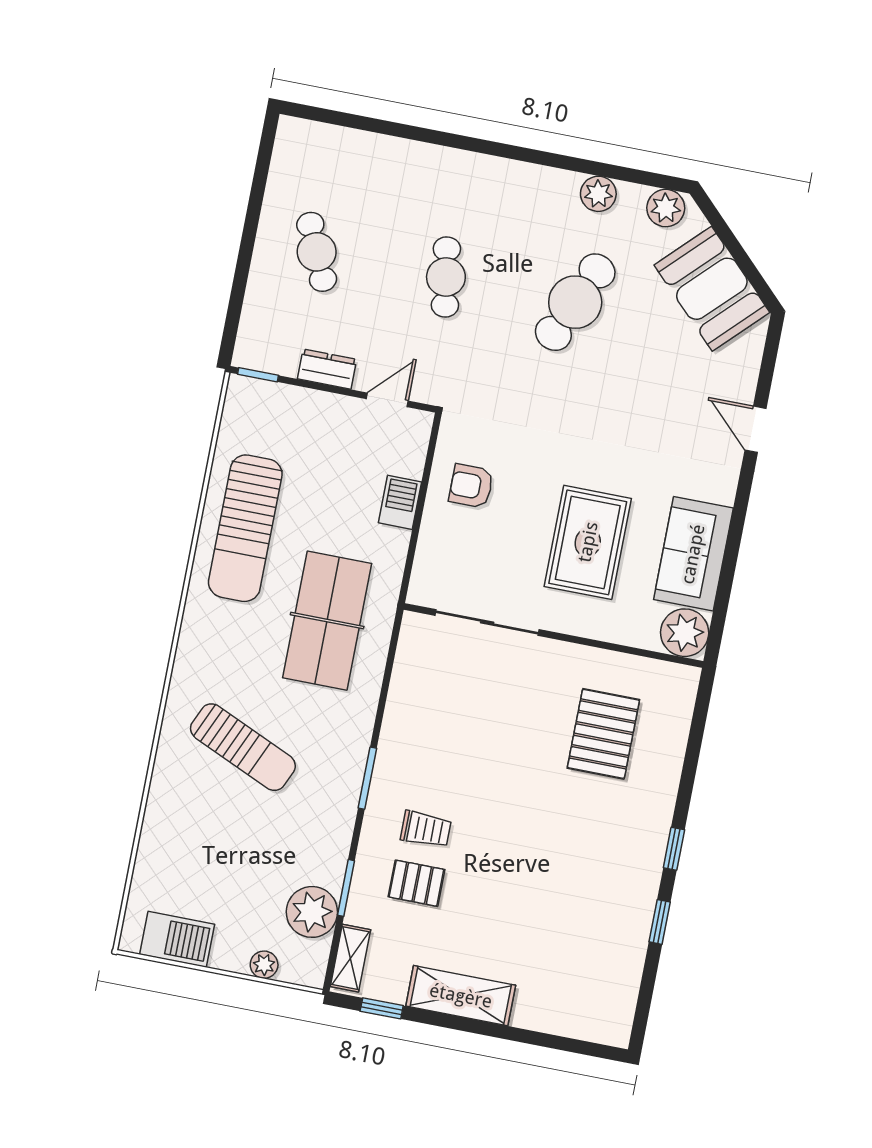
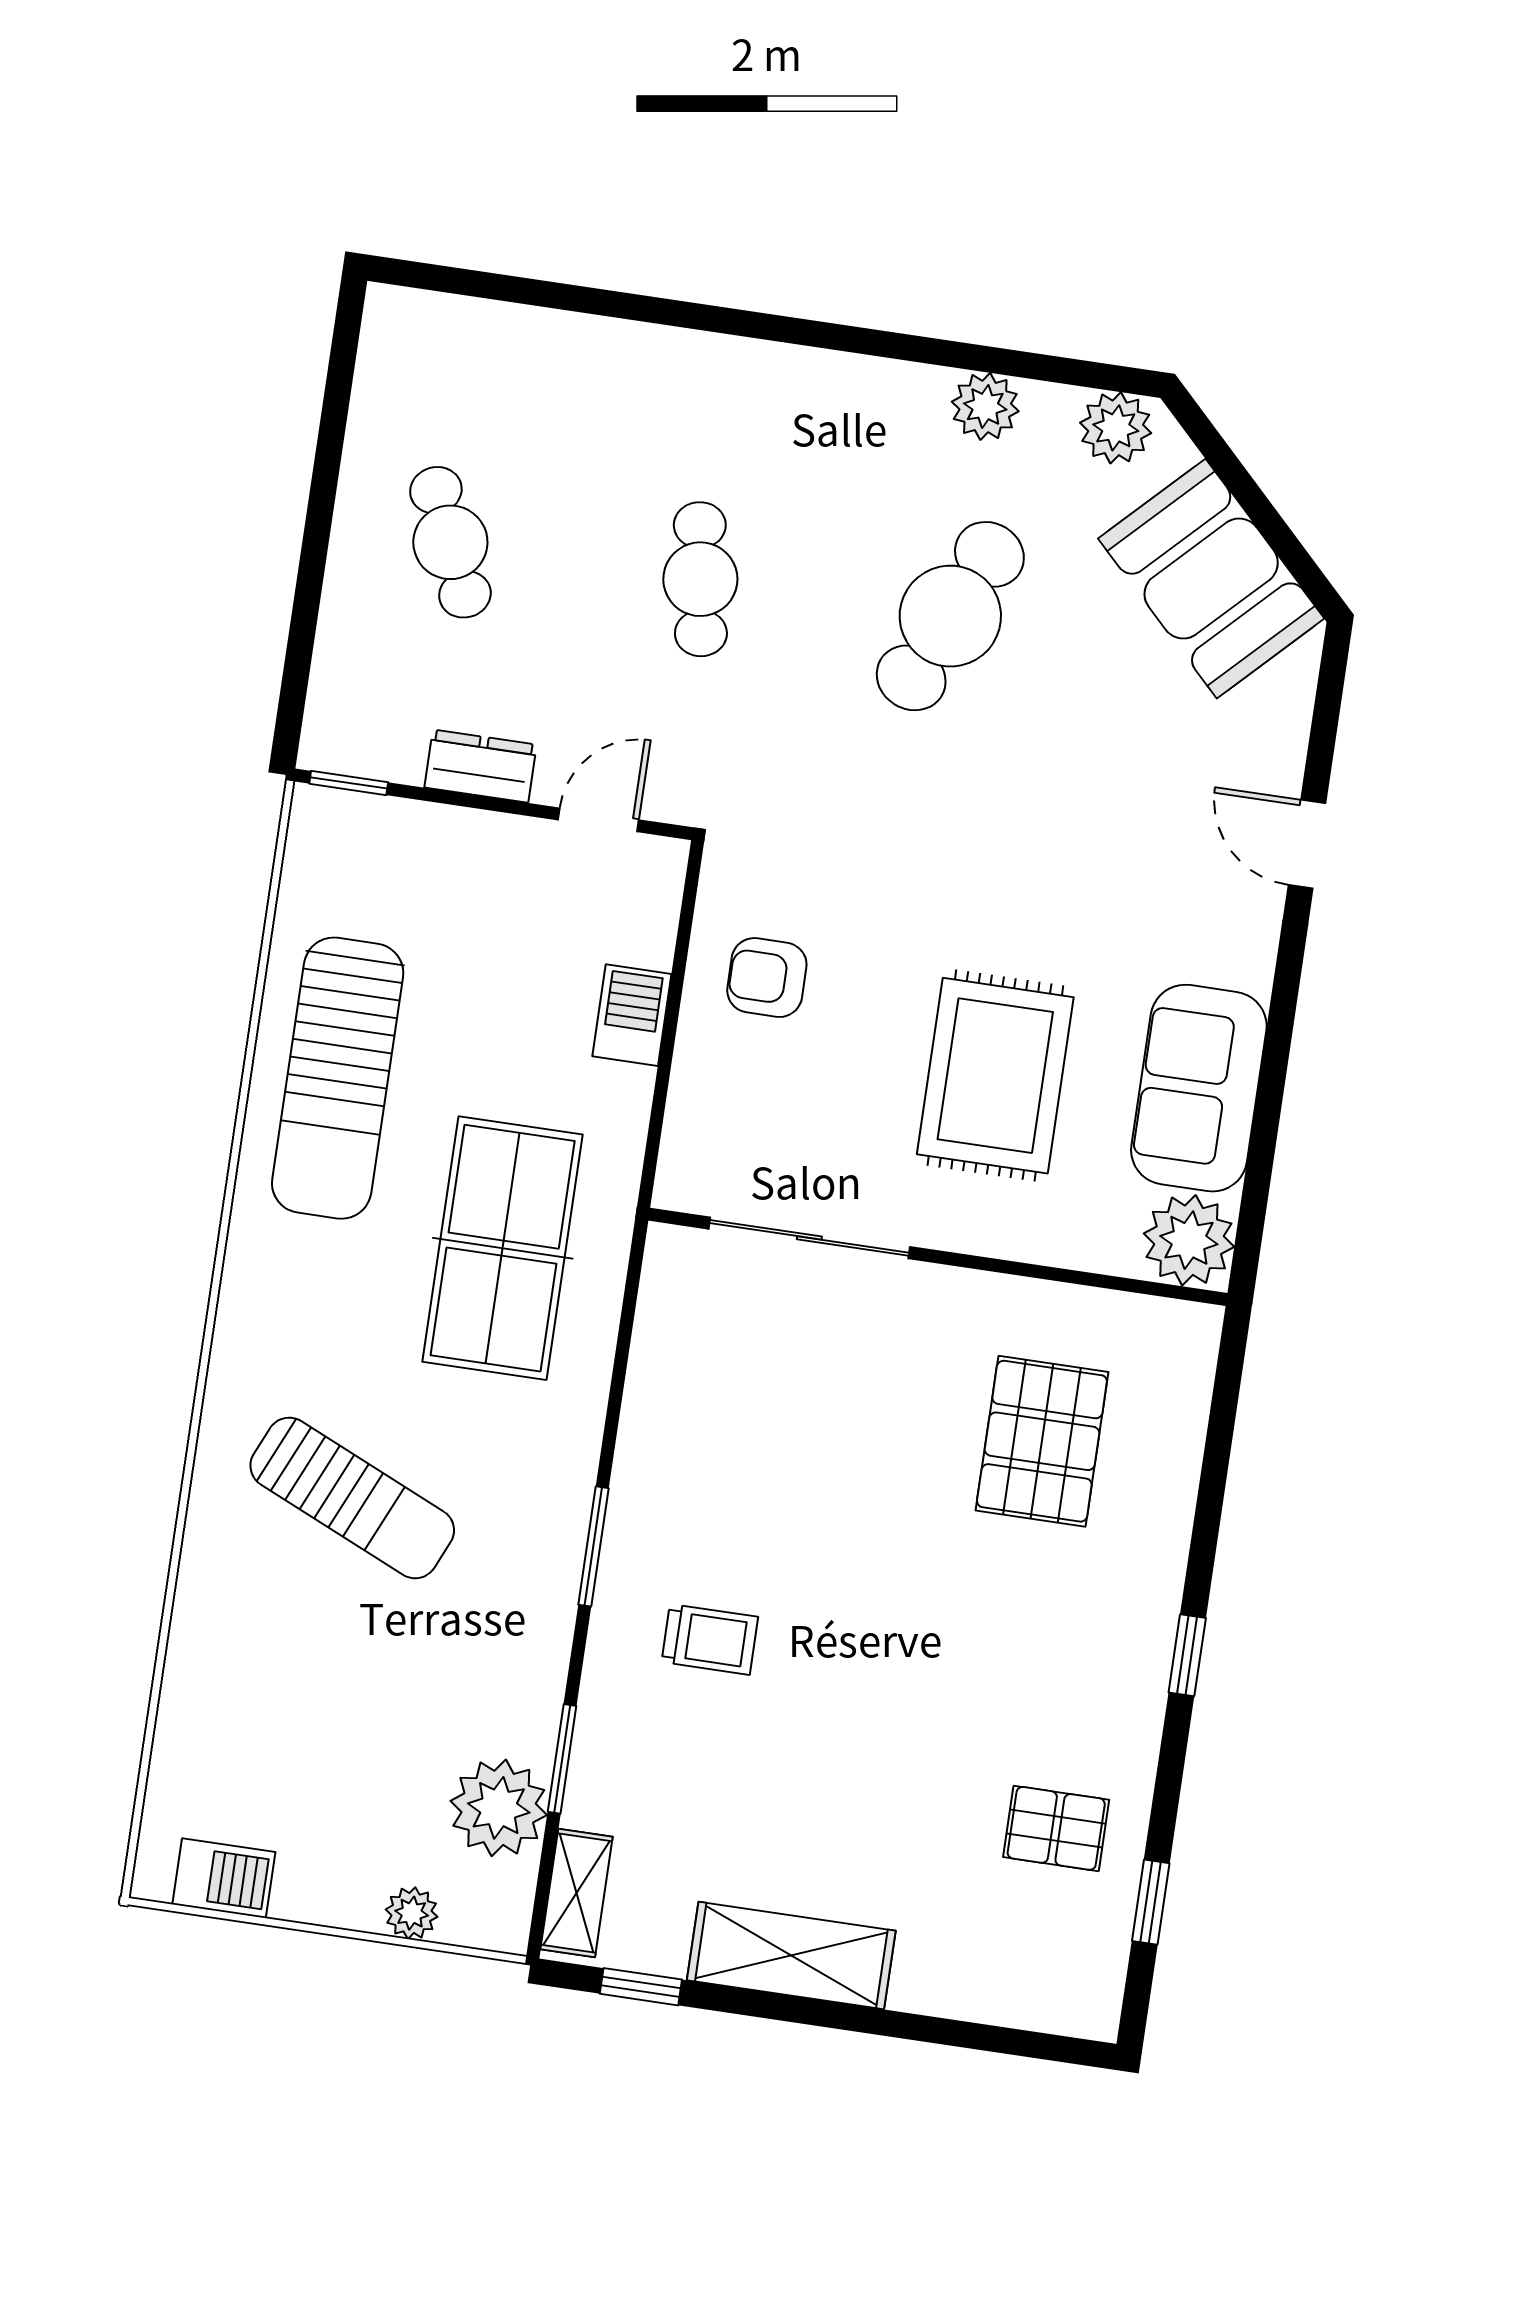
pallet: (416, 883) -> (1056, 1828), moved
window: (660, 922) -> (1151, 1902), moved
barbecue: (177, 939) -> (224, 1878), width x0.73, depth x0.79

